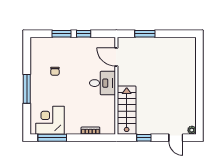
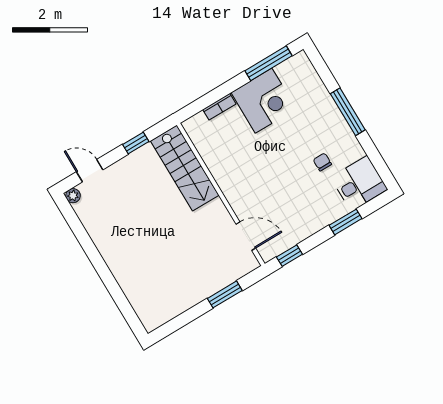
window: (84, 34) -> (289, 256), moved
desk: (102, 83) -> (359, 183), moved, turned 180
corner desk: (50, 120) -> (264, 101), moved

